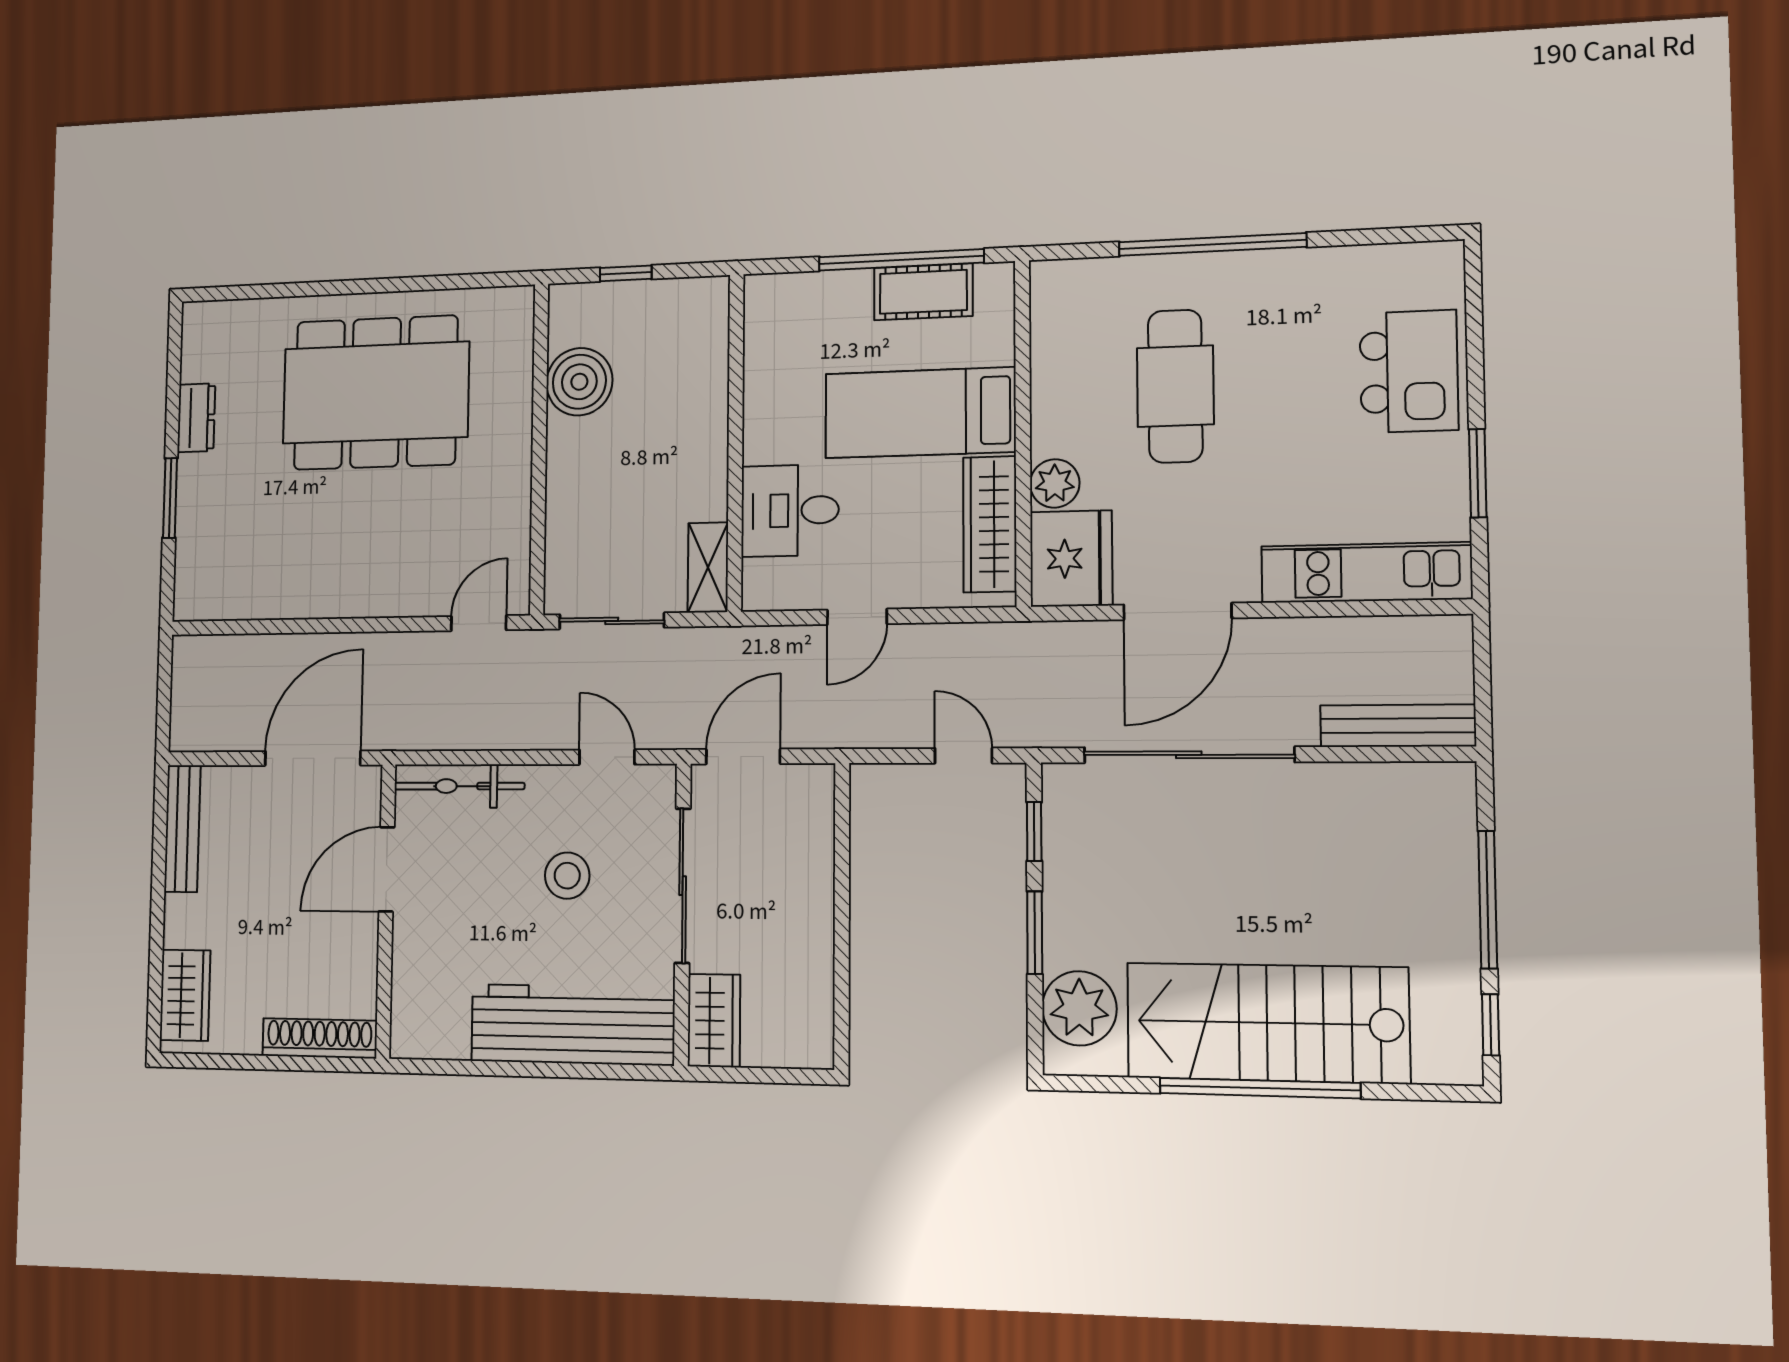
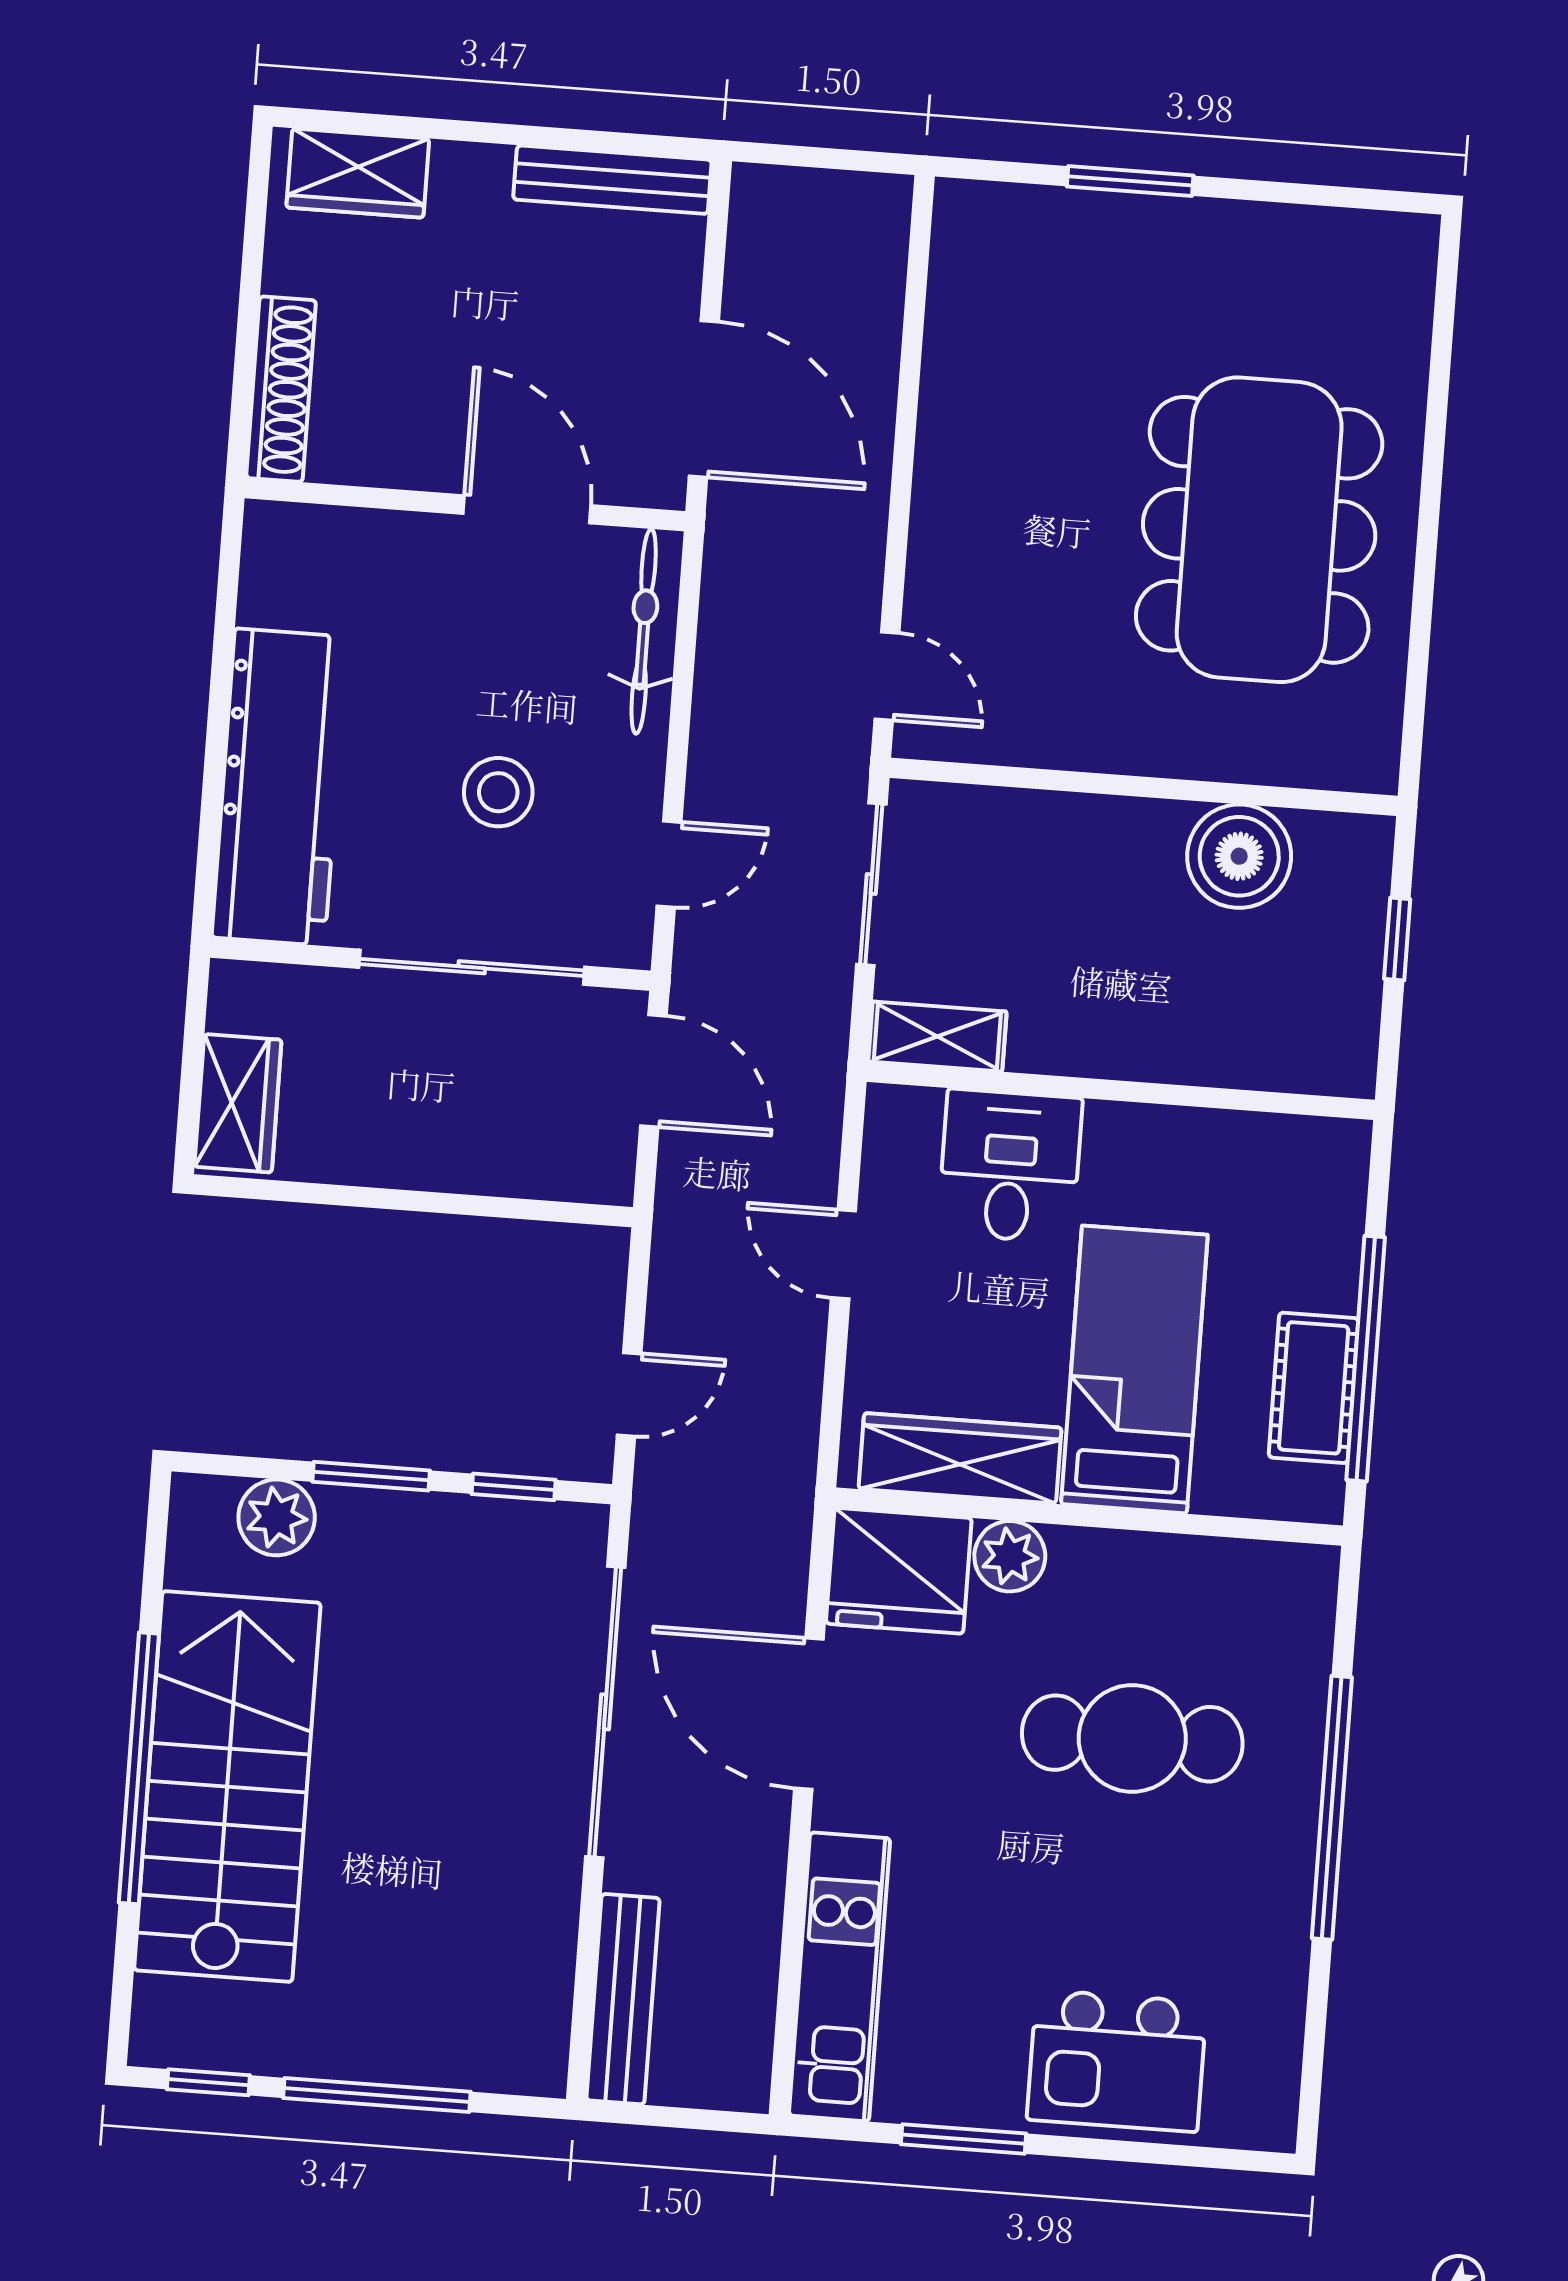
dresser: (196, 418) -> (1253, 231), removed
plant: (1079, 1008) -> (277, 1517), width x0.73, depth x0.73
wardrobe: (714, 1021) -> (238, 1103), moved, turned -90

